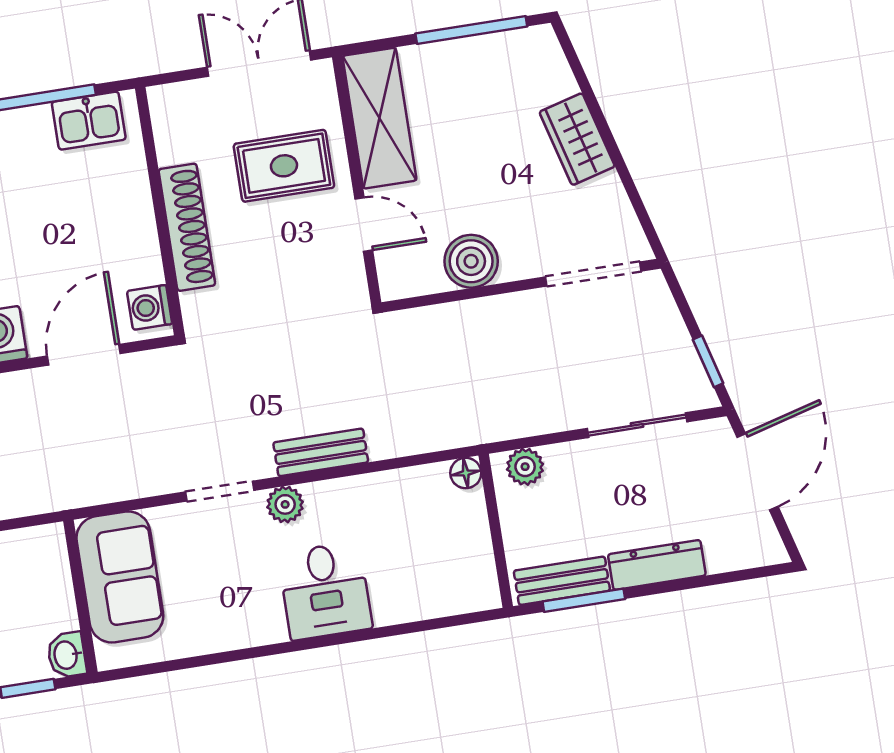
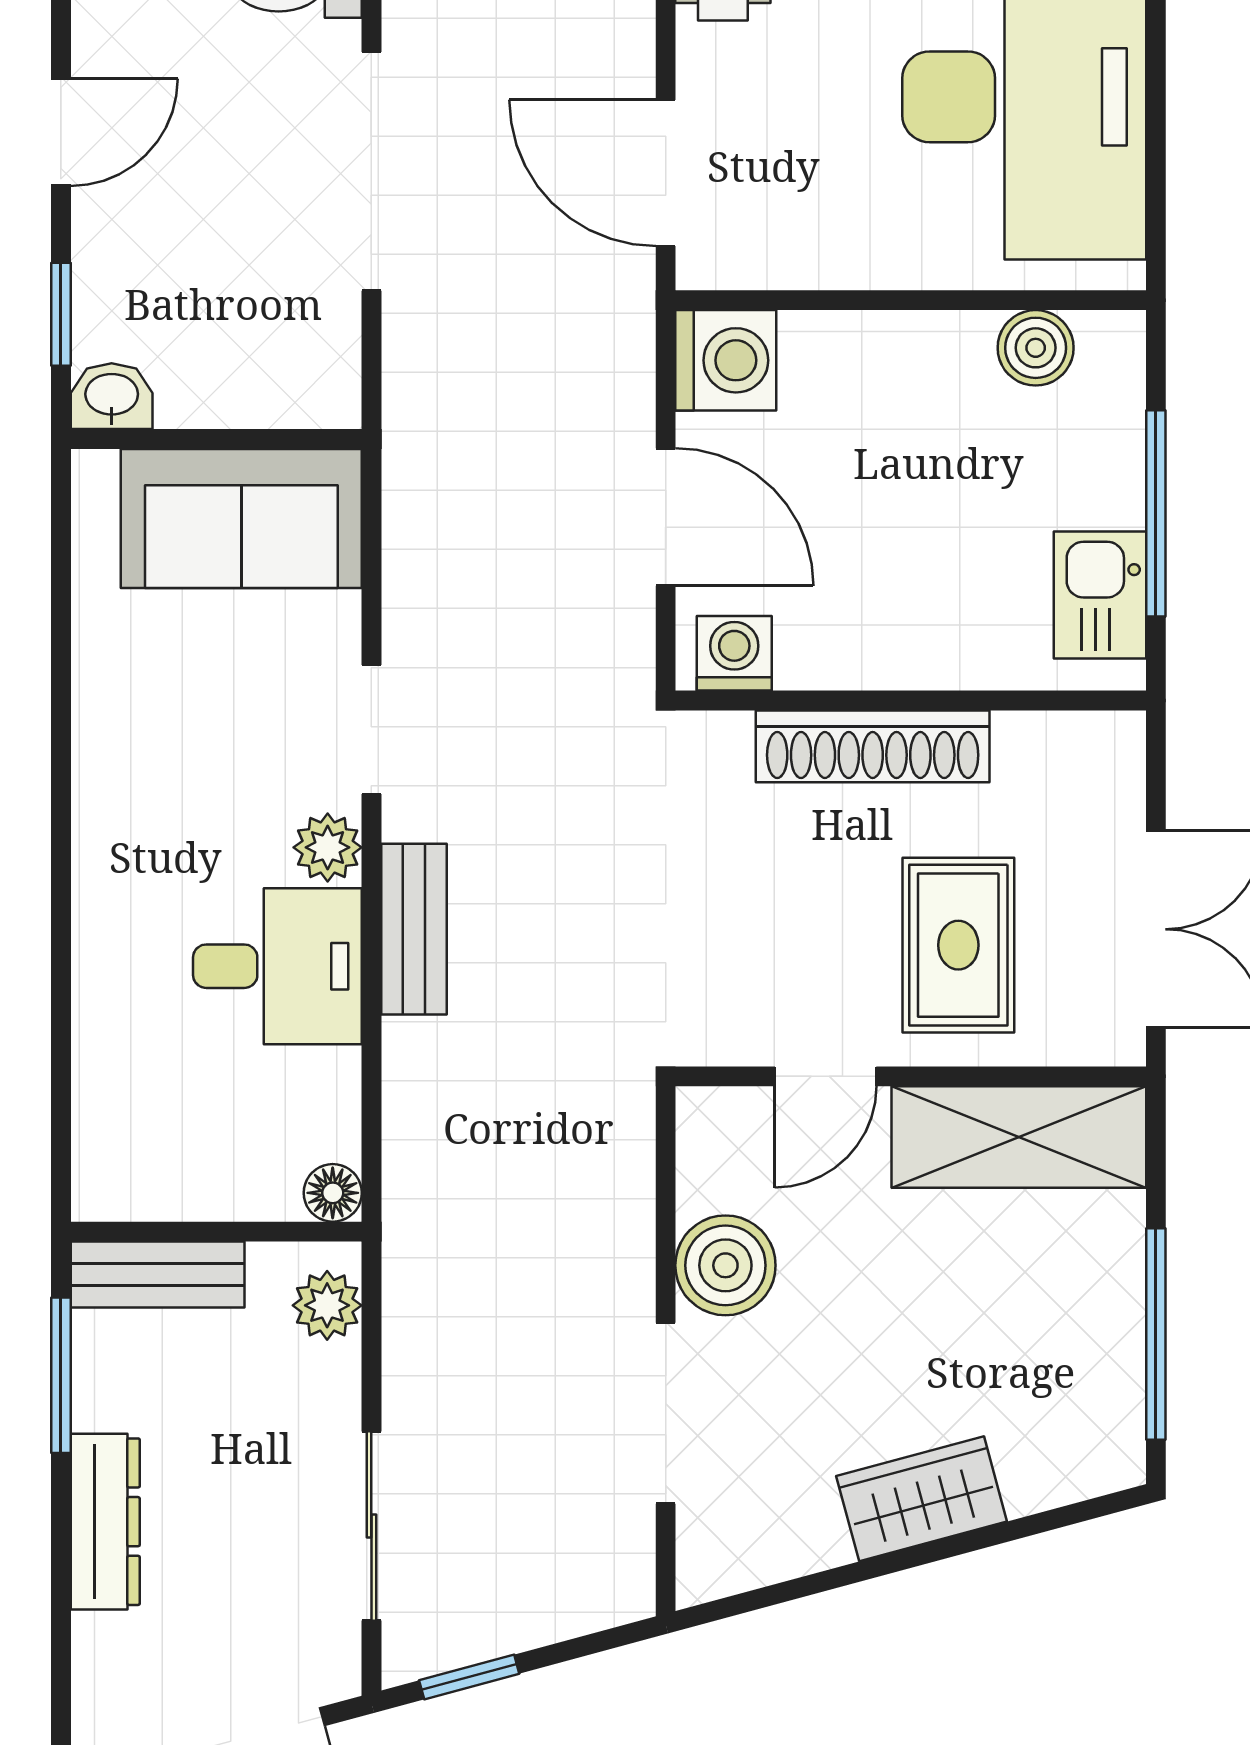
doorway: (593, 274) -> (666, 1413), moved
bench: (562, 581) -> (158, 1275), moved, turned 90
desk: (325, 591) -> (277, 966), moved, turned 180

